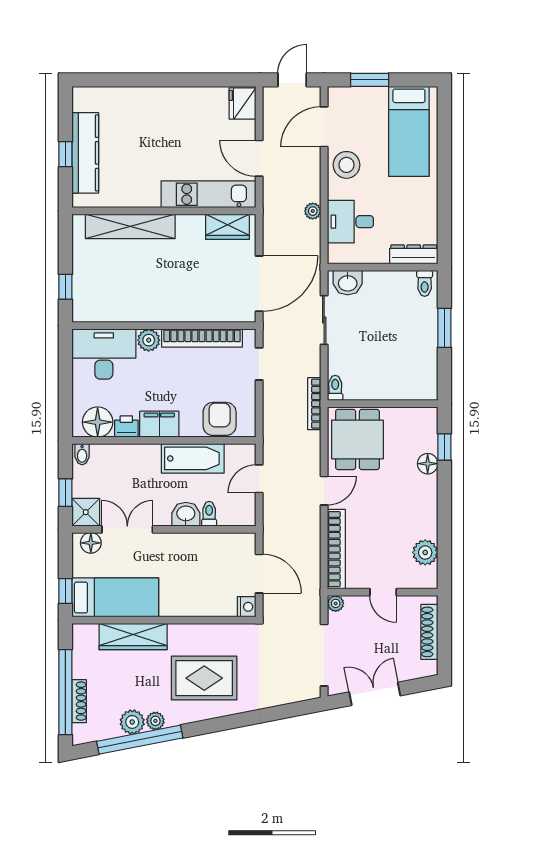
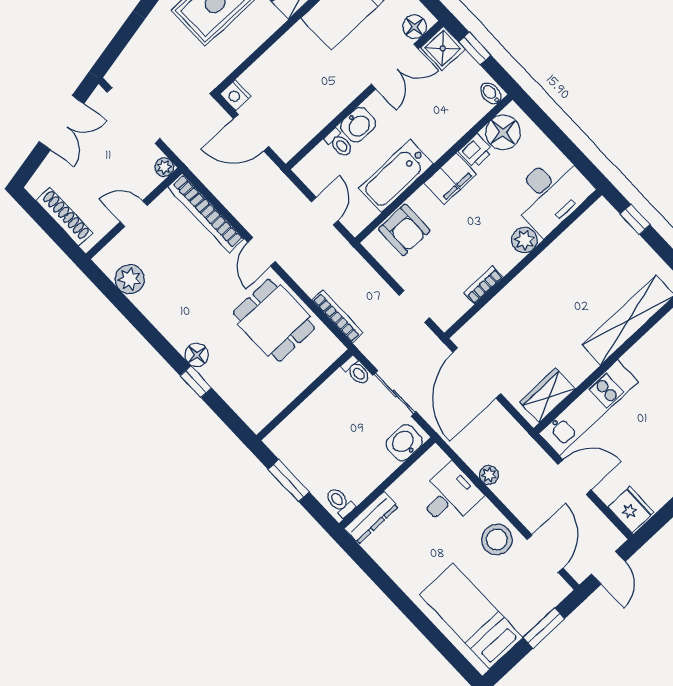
bookcase: (202, 338) -> (484, 285), width x0.43, depth x0.76
toilet: (335, 388) -> (356, 371), moved
wall: (383, 404) -> (305, 395), moved

